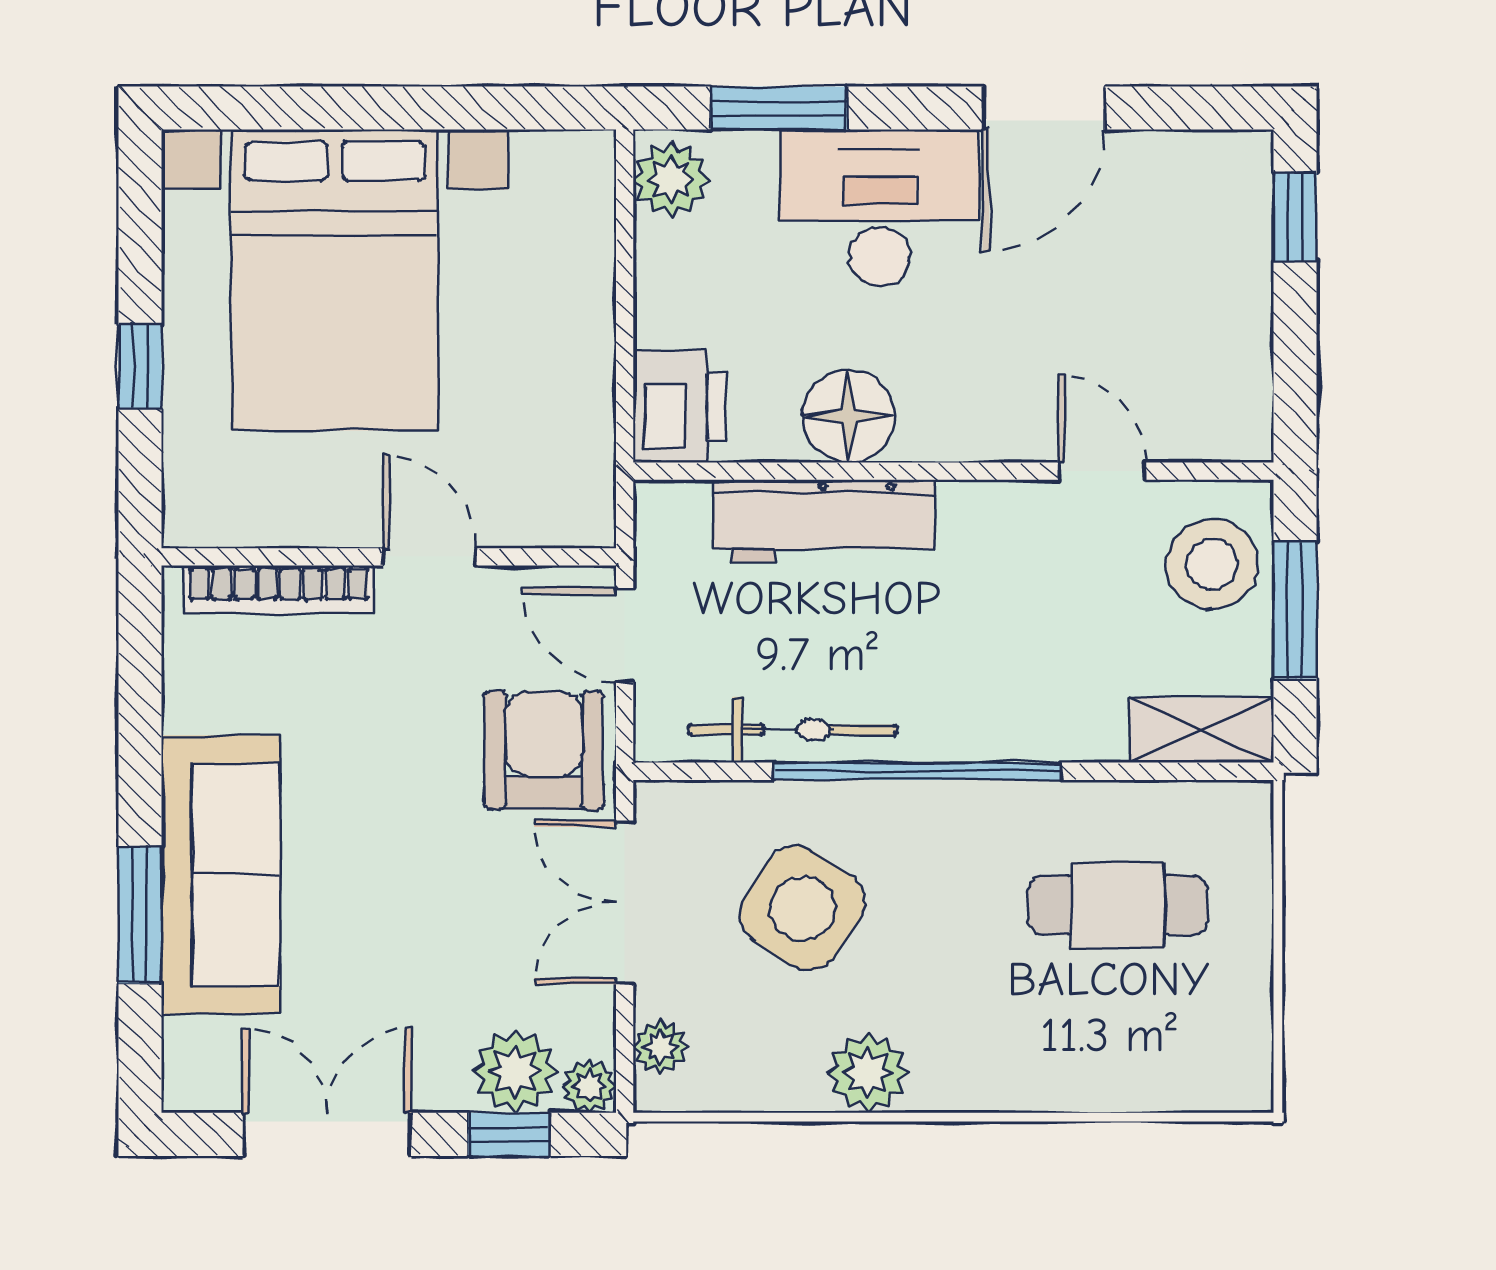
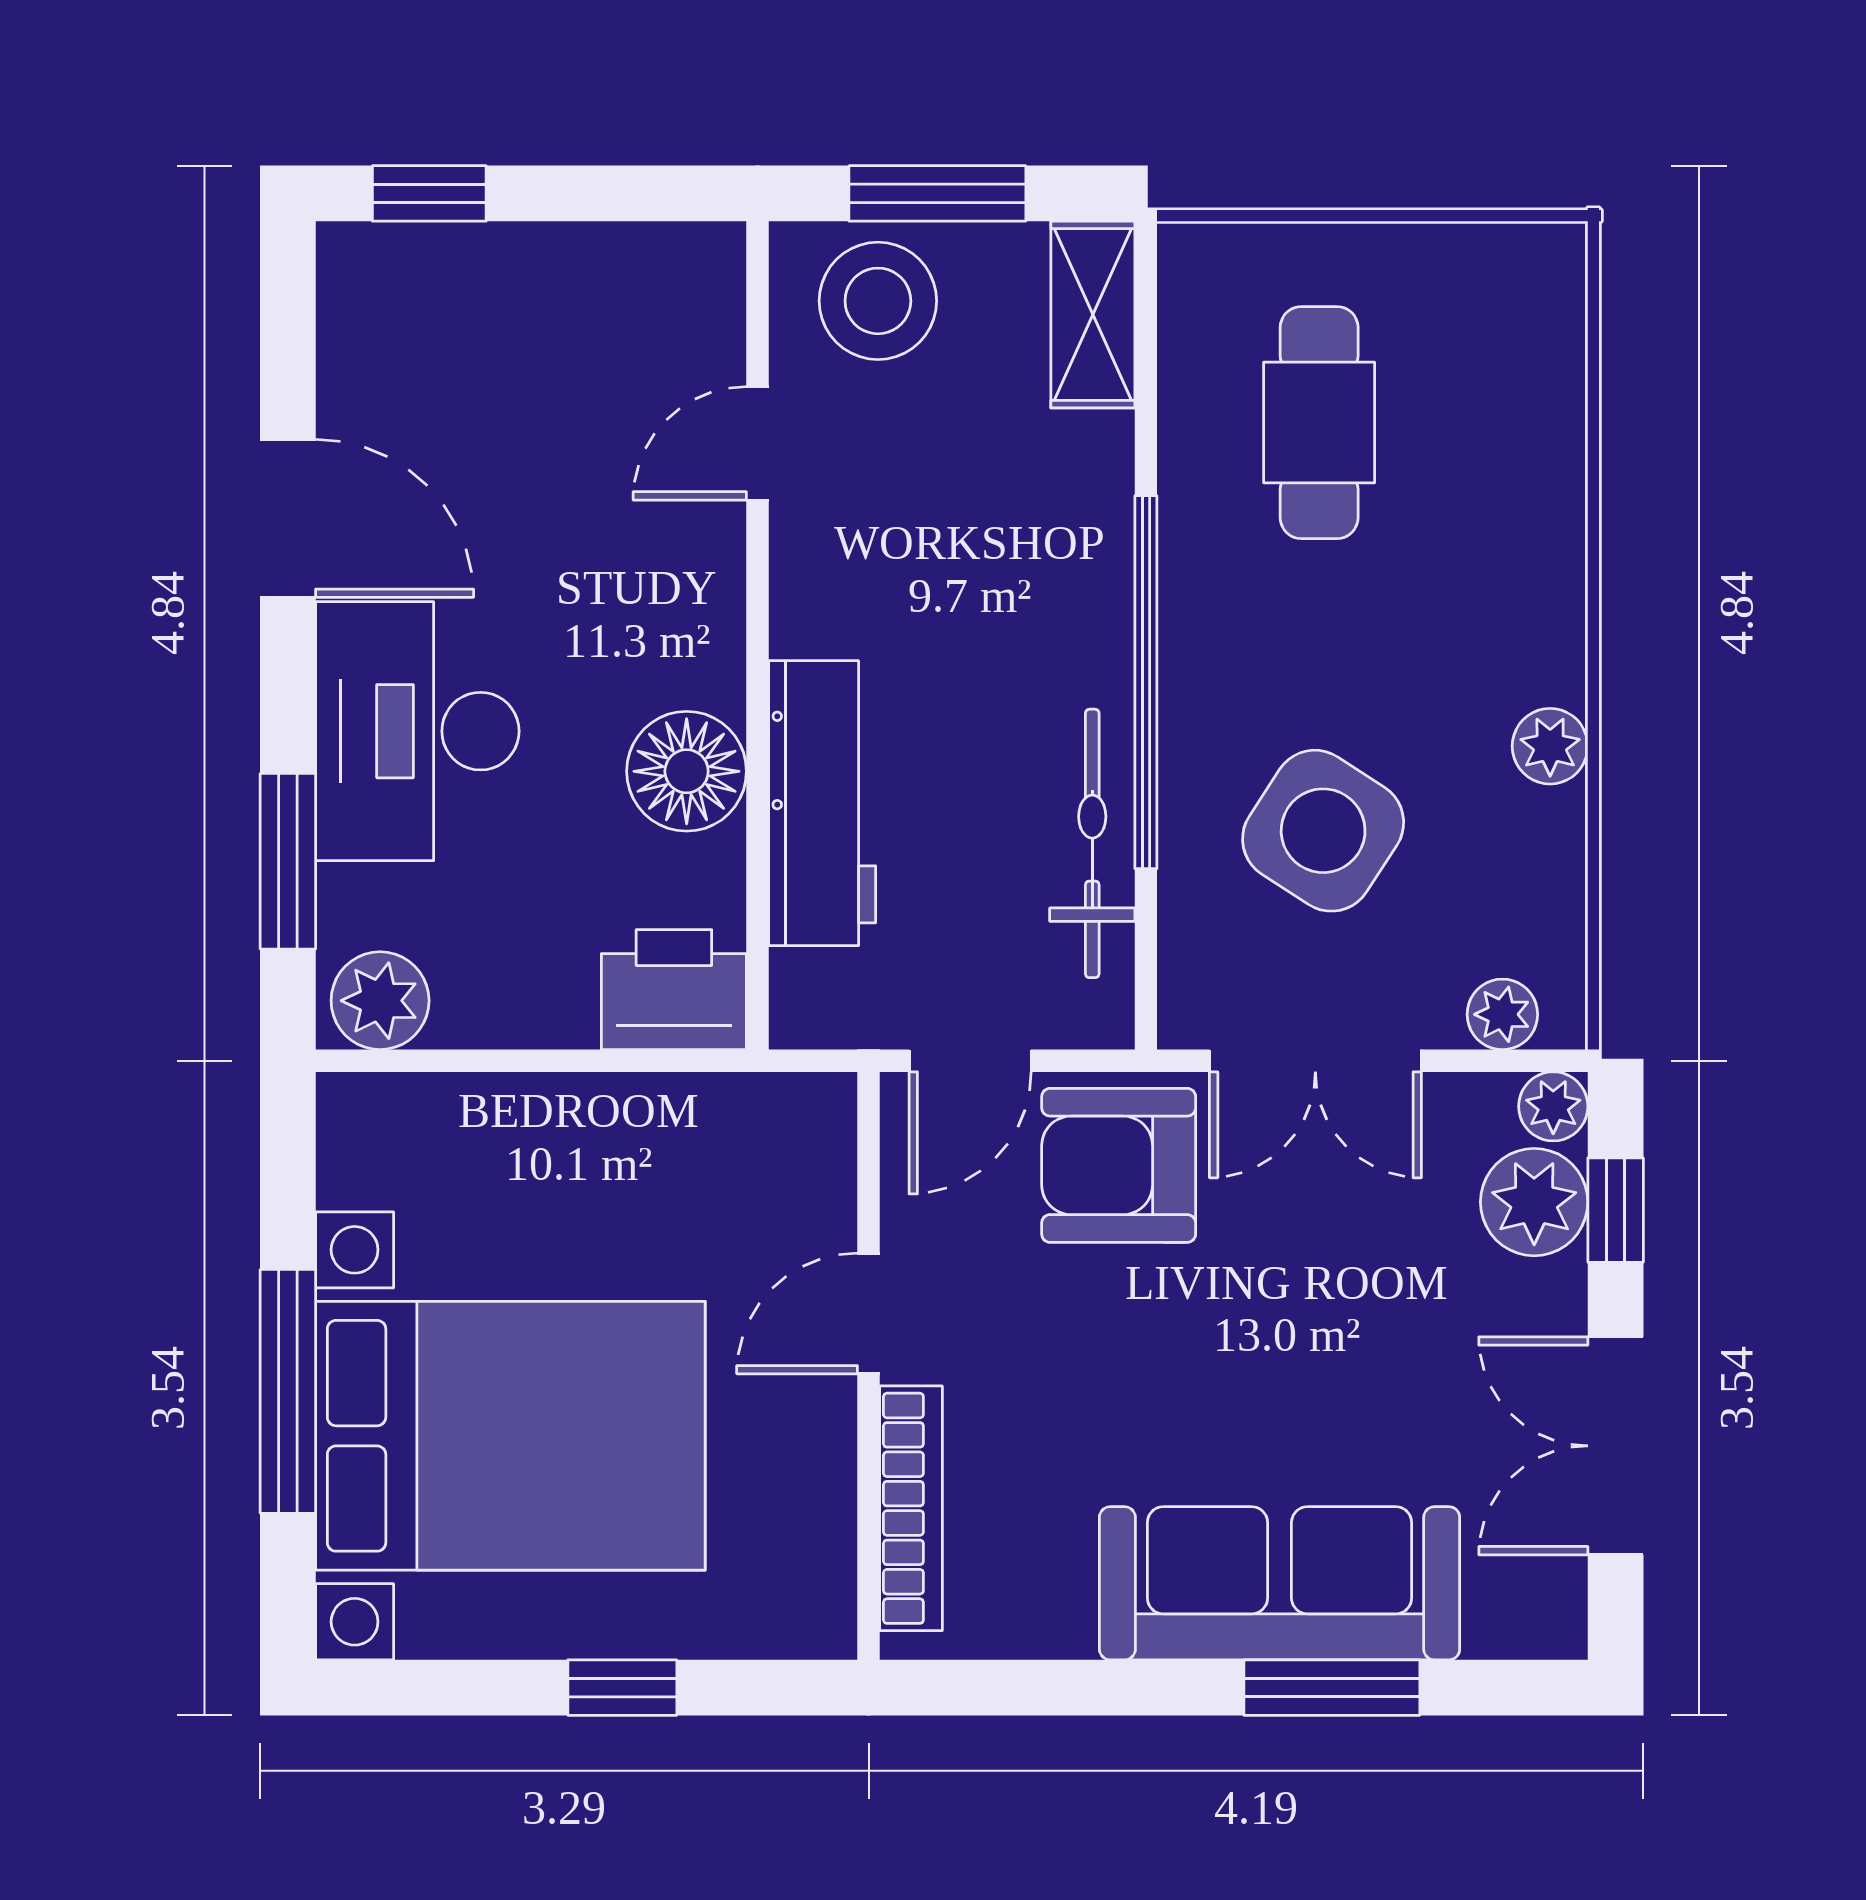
window: (369, 108) -> (288, 1391), added
plant: (868, 1073) -> (1550, 746), width x0.73, depth x0.73

